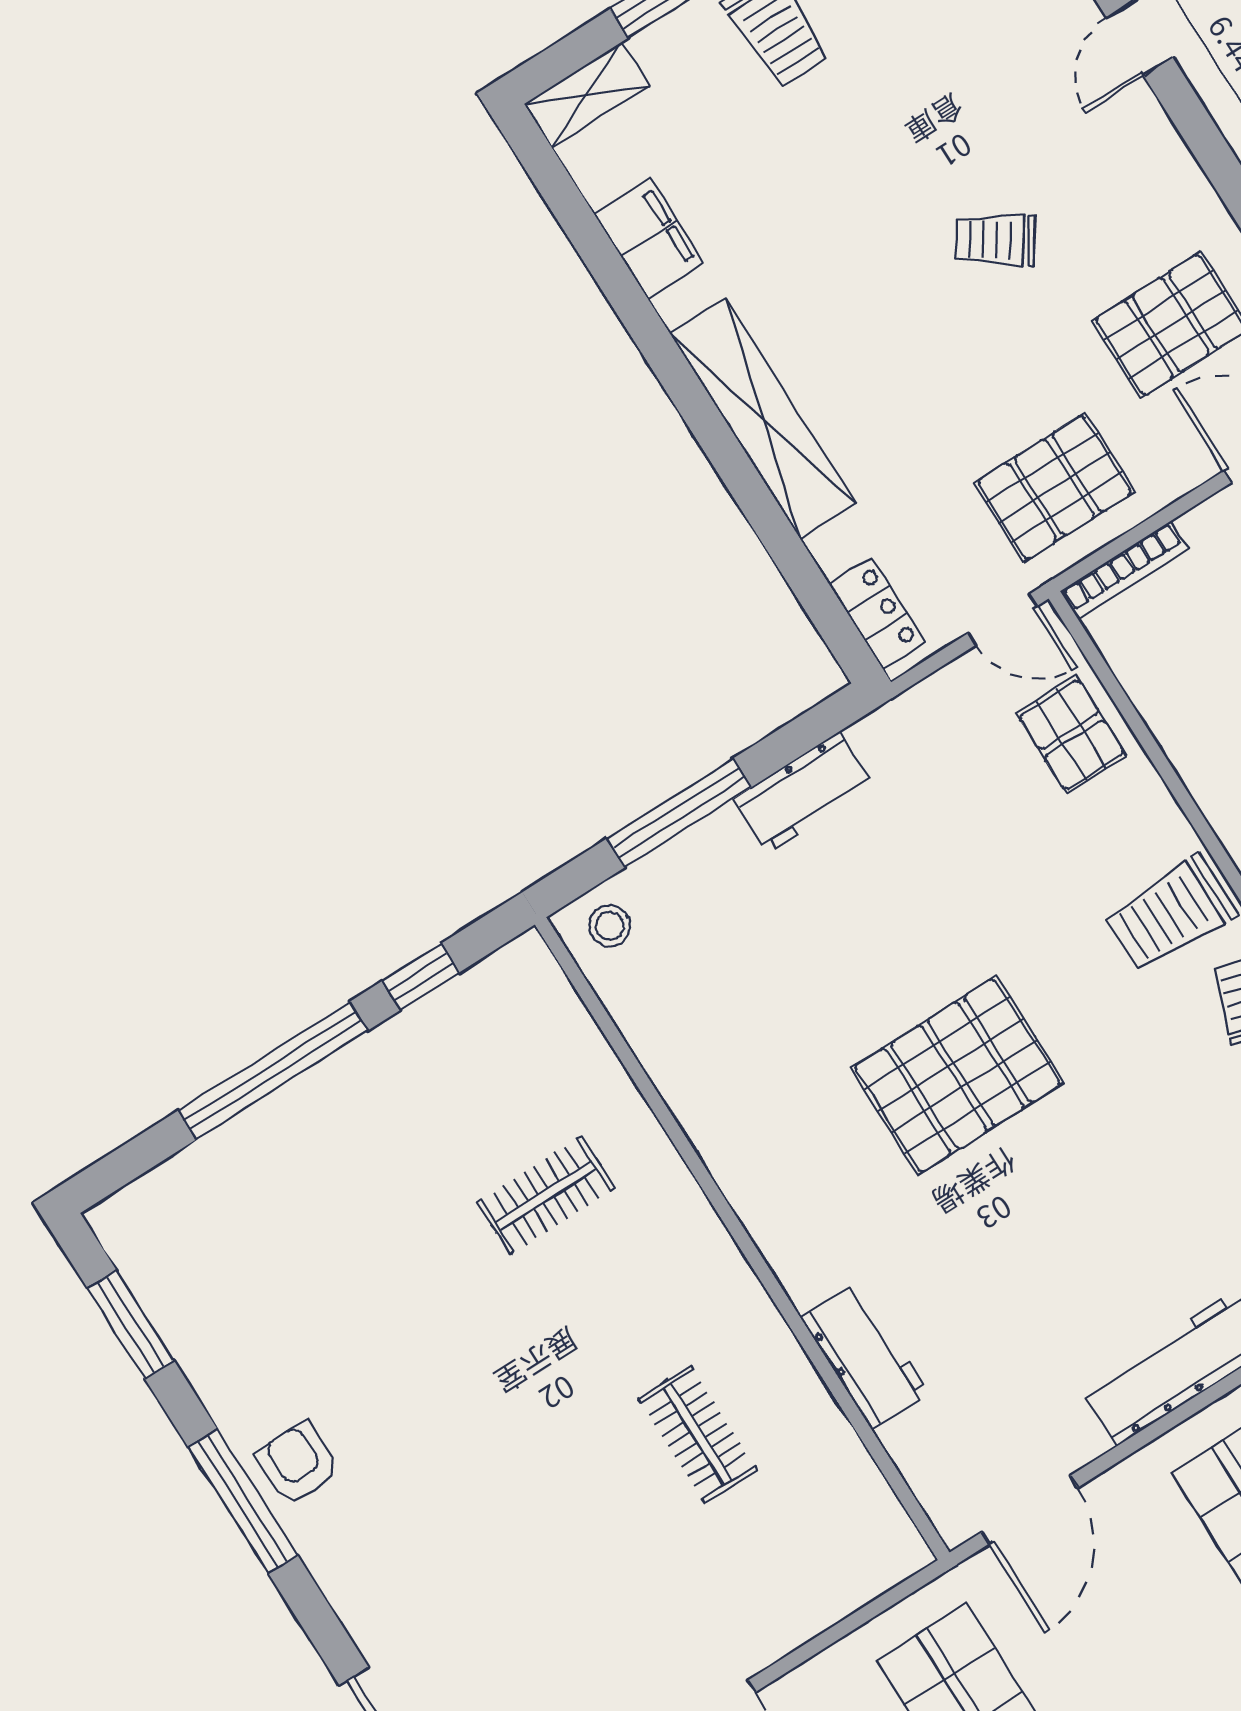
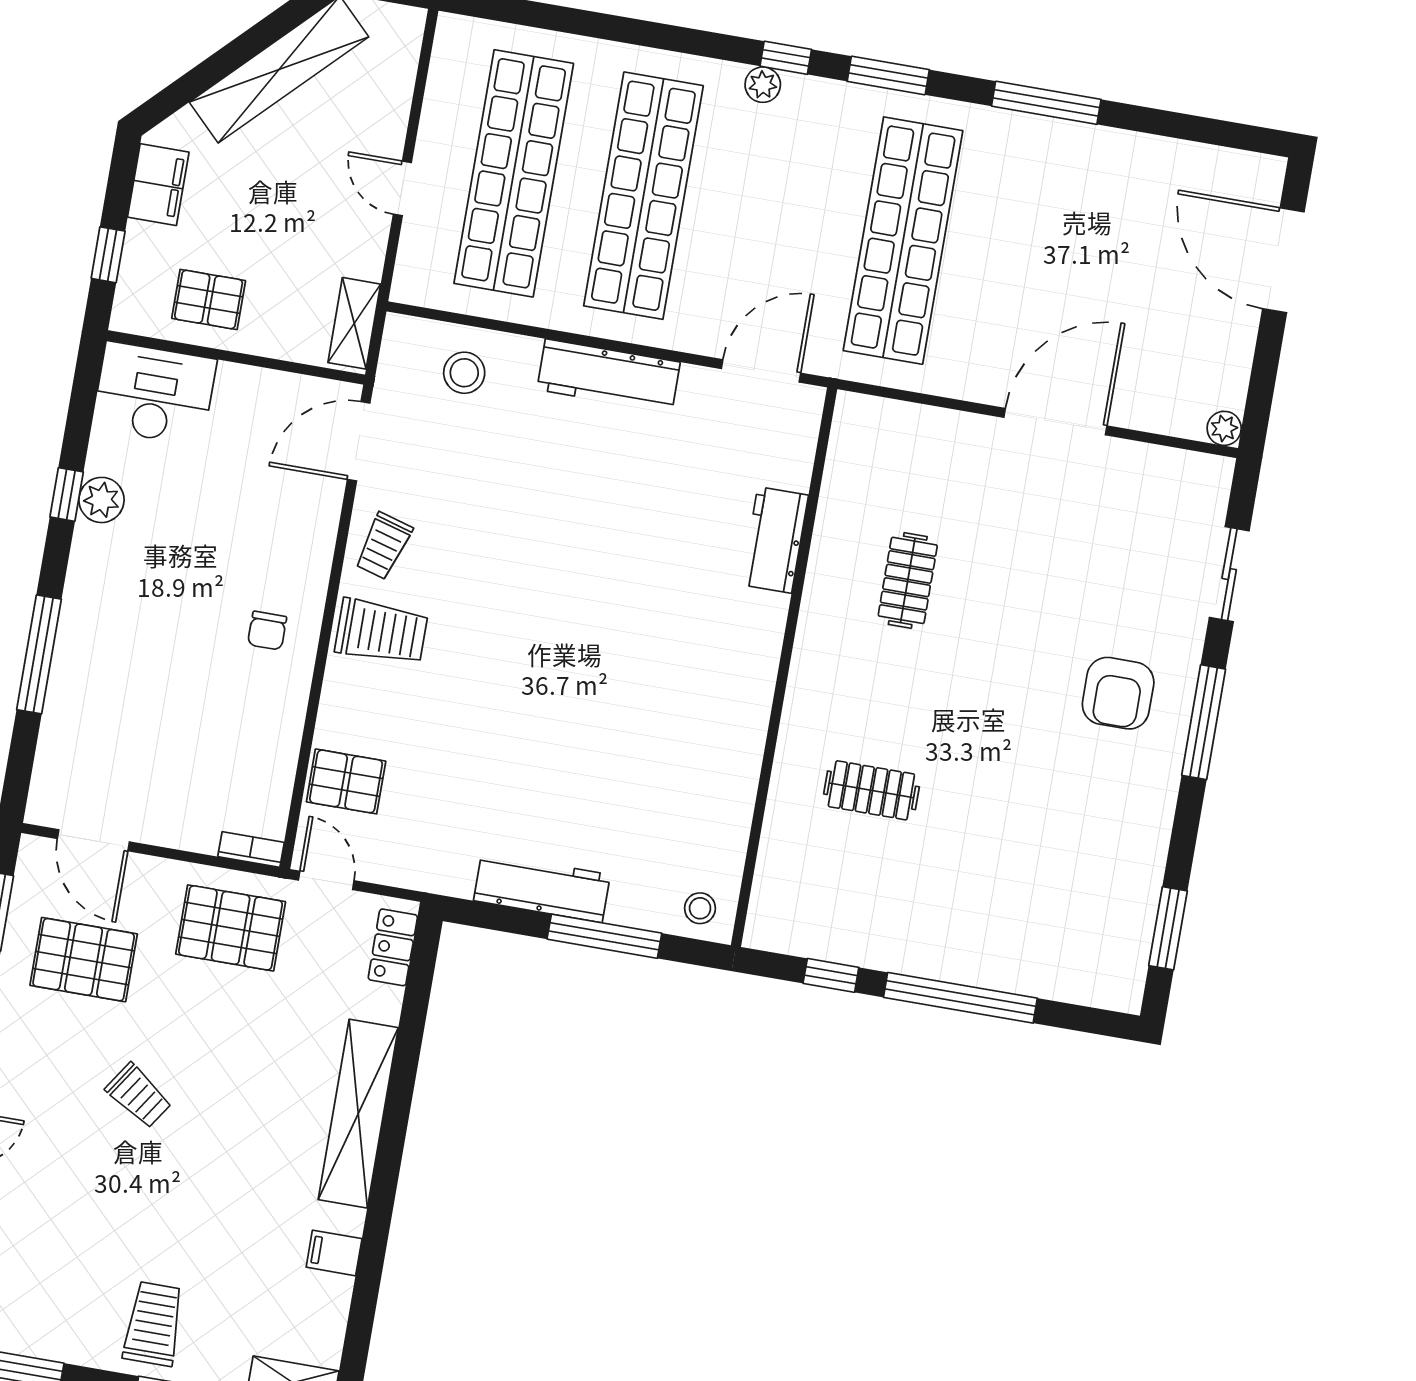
filing cabinet: (649, 238) -> (334, 1253), width x0.50
bookcase: (1124, 570) -> (251, 849), width x0.64
pallet: (1072, 735) -> (346, 781), turned 90
workbench: (804, 792) -> (542, 888), width x1.38
pallet: (957, 1076) -> (582, 649), removed
armchair: (298, 1463) -> (1118, 693), moved, width x1.38, depth x1.38
window: (243, 1501) -> (1204, 722), moved

